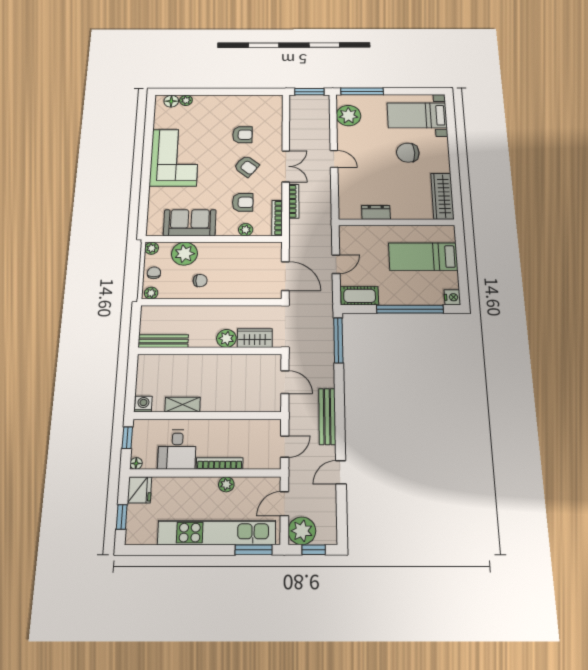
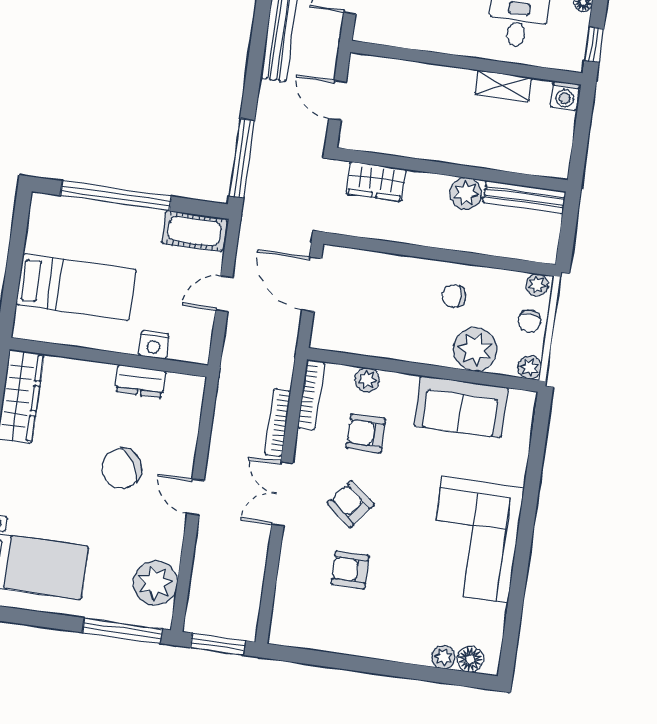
chair: (408, 153) -> (122, 468), moved, turned 147
nightstand: (452, 297) -> (154, 345), moved, turned -90
plant: (226, 338) -> (466, 193), moved

